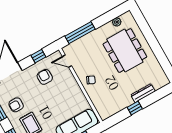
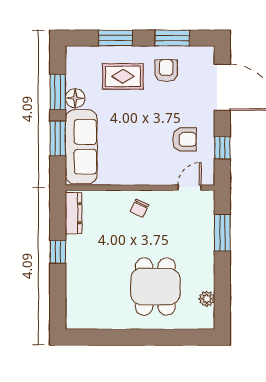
window: (80, 33) -> (222, 233), width x0.69
dining table: (125, 51) -> (155, 287), width x0.73
dresser: (143, 93) -> (74, 213), moved

